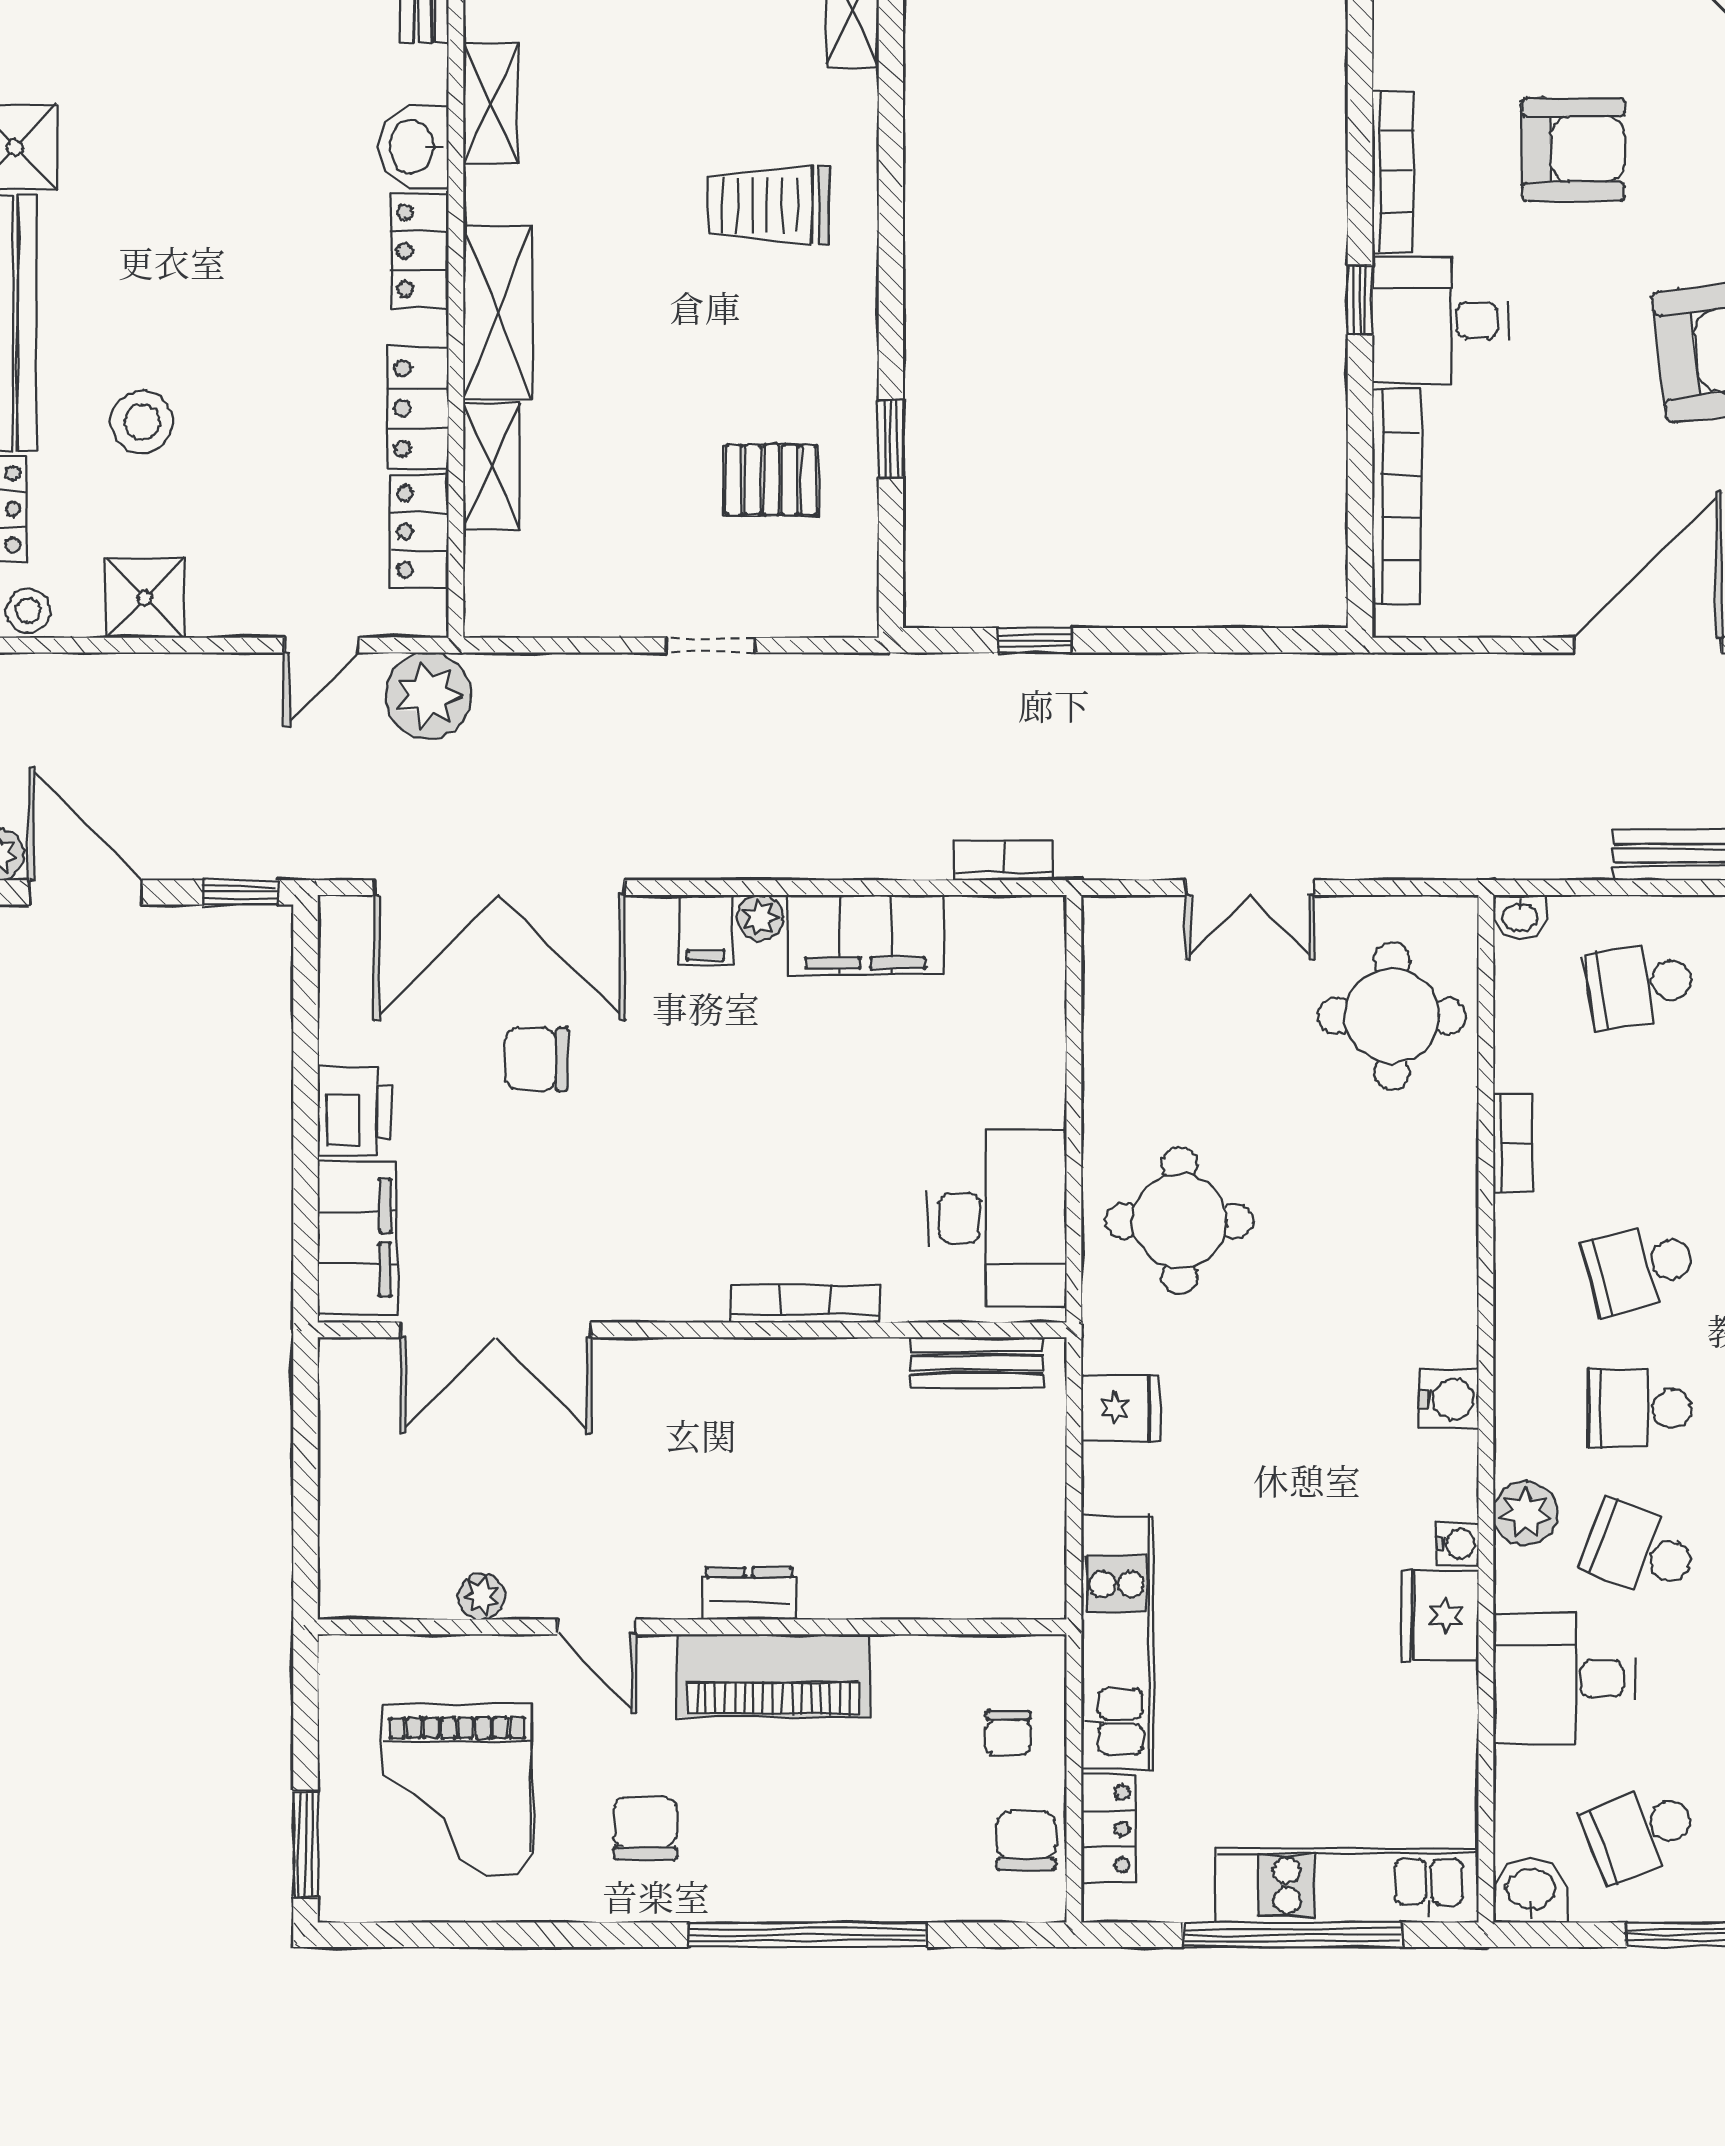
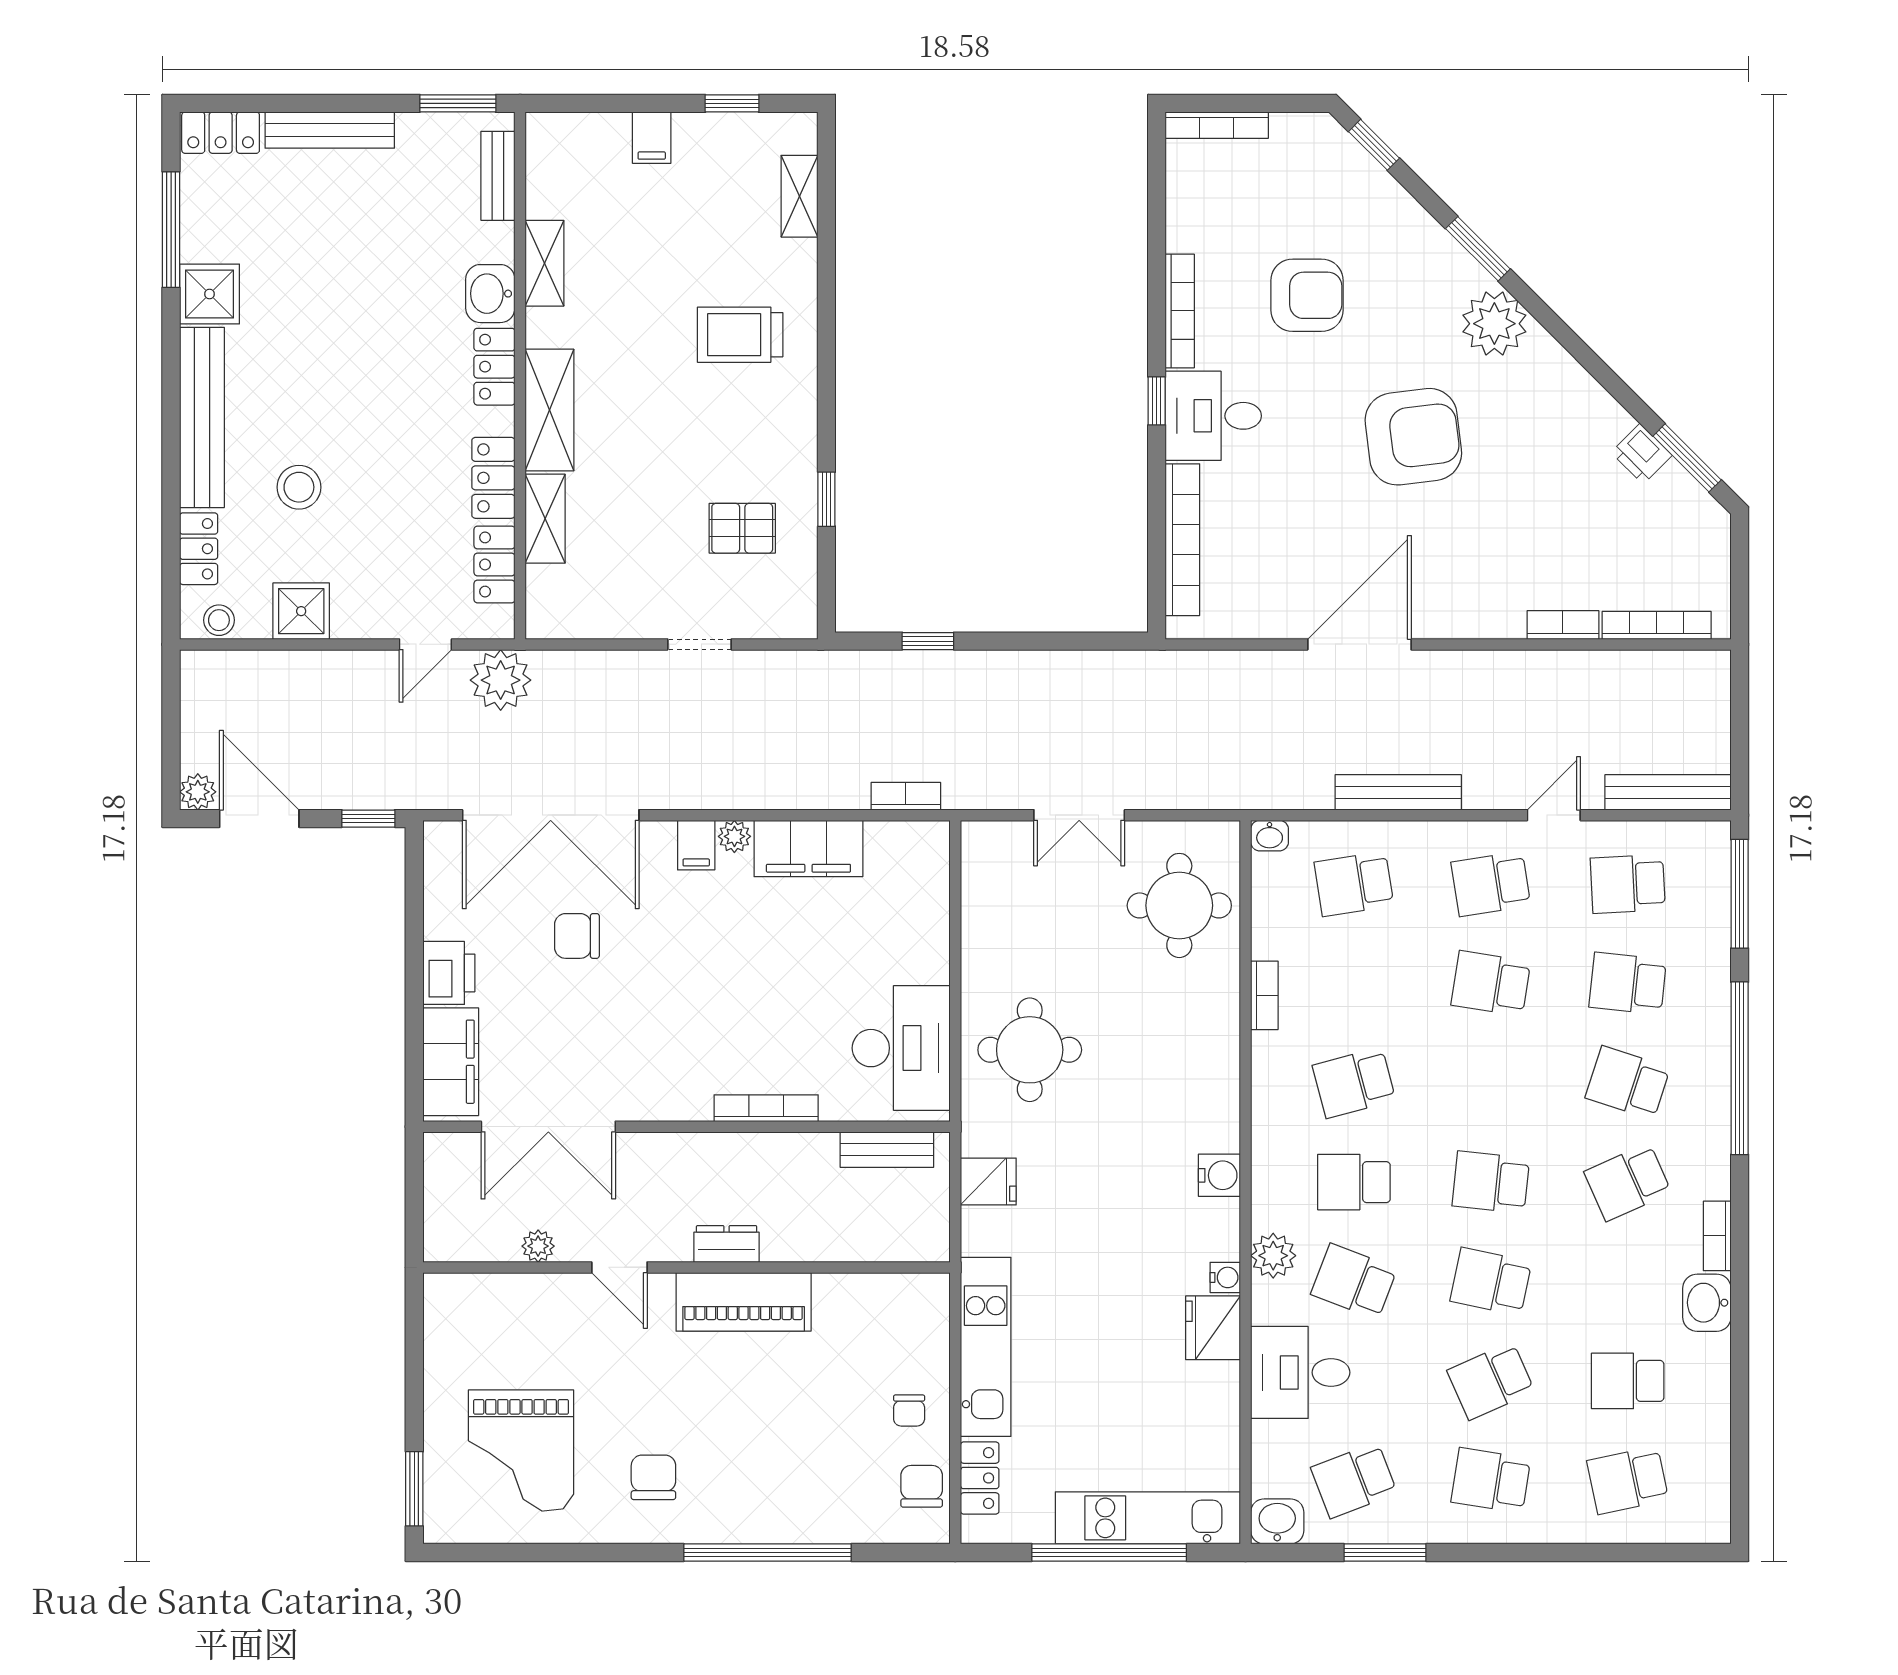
dresser: (749, 1593) -> (727, 1244), moved
plant: (481, 1596) -> (538, 1246), moved
door: (597, 1627) -> (619, 1267), moved
wall: (692, 1627) -> (686, 1267), moved
piano: (773, 1676) -> (744, 1302), moved

